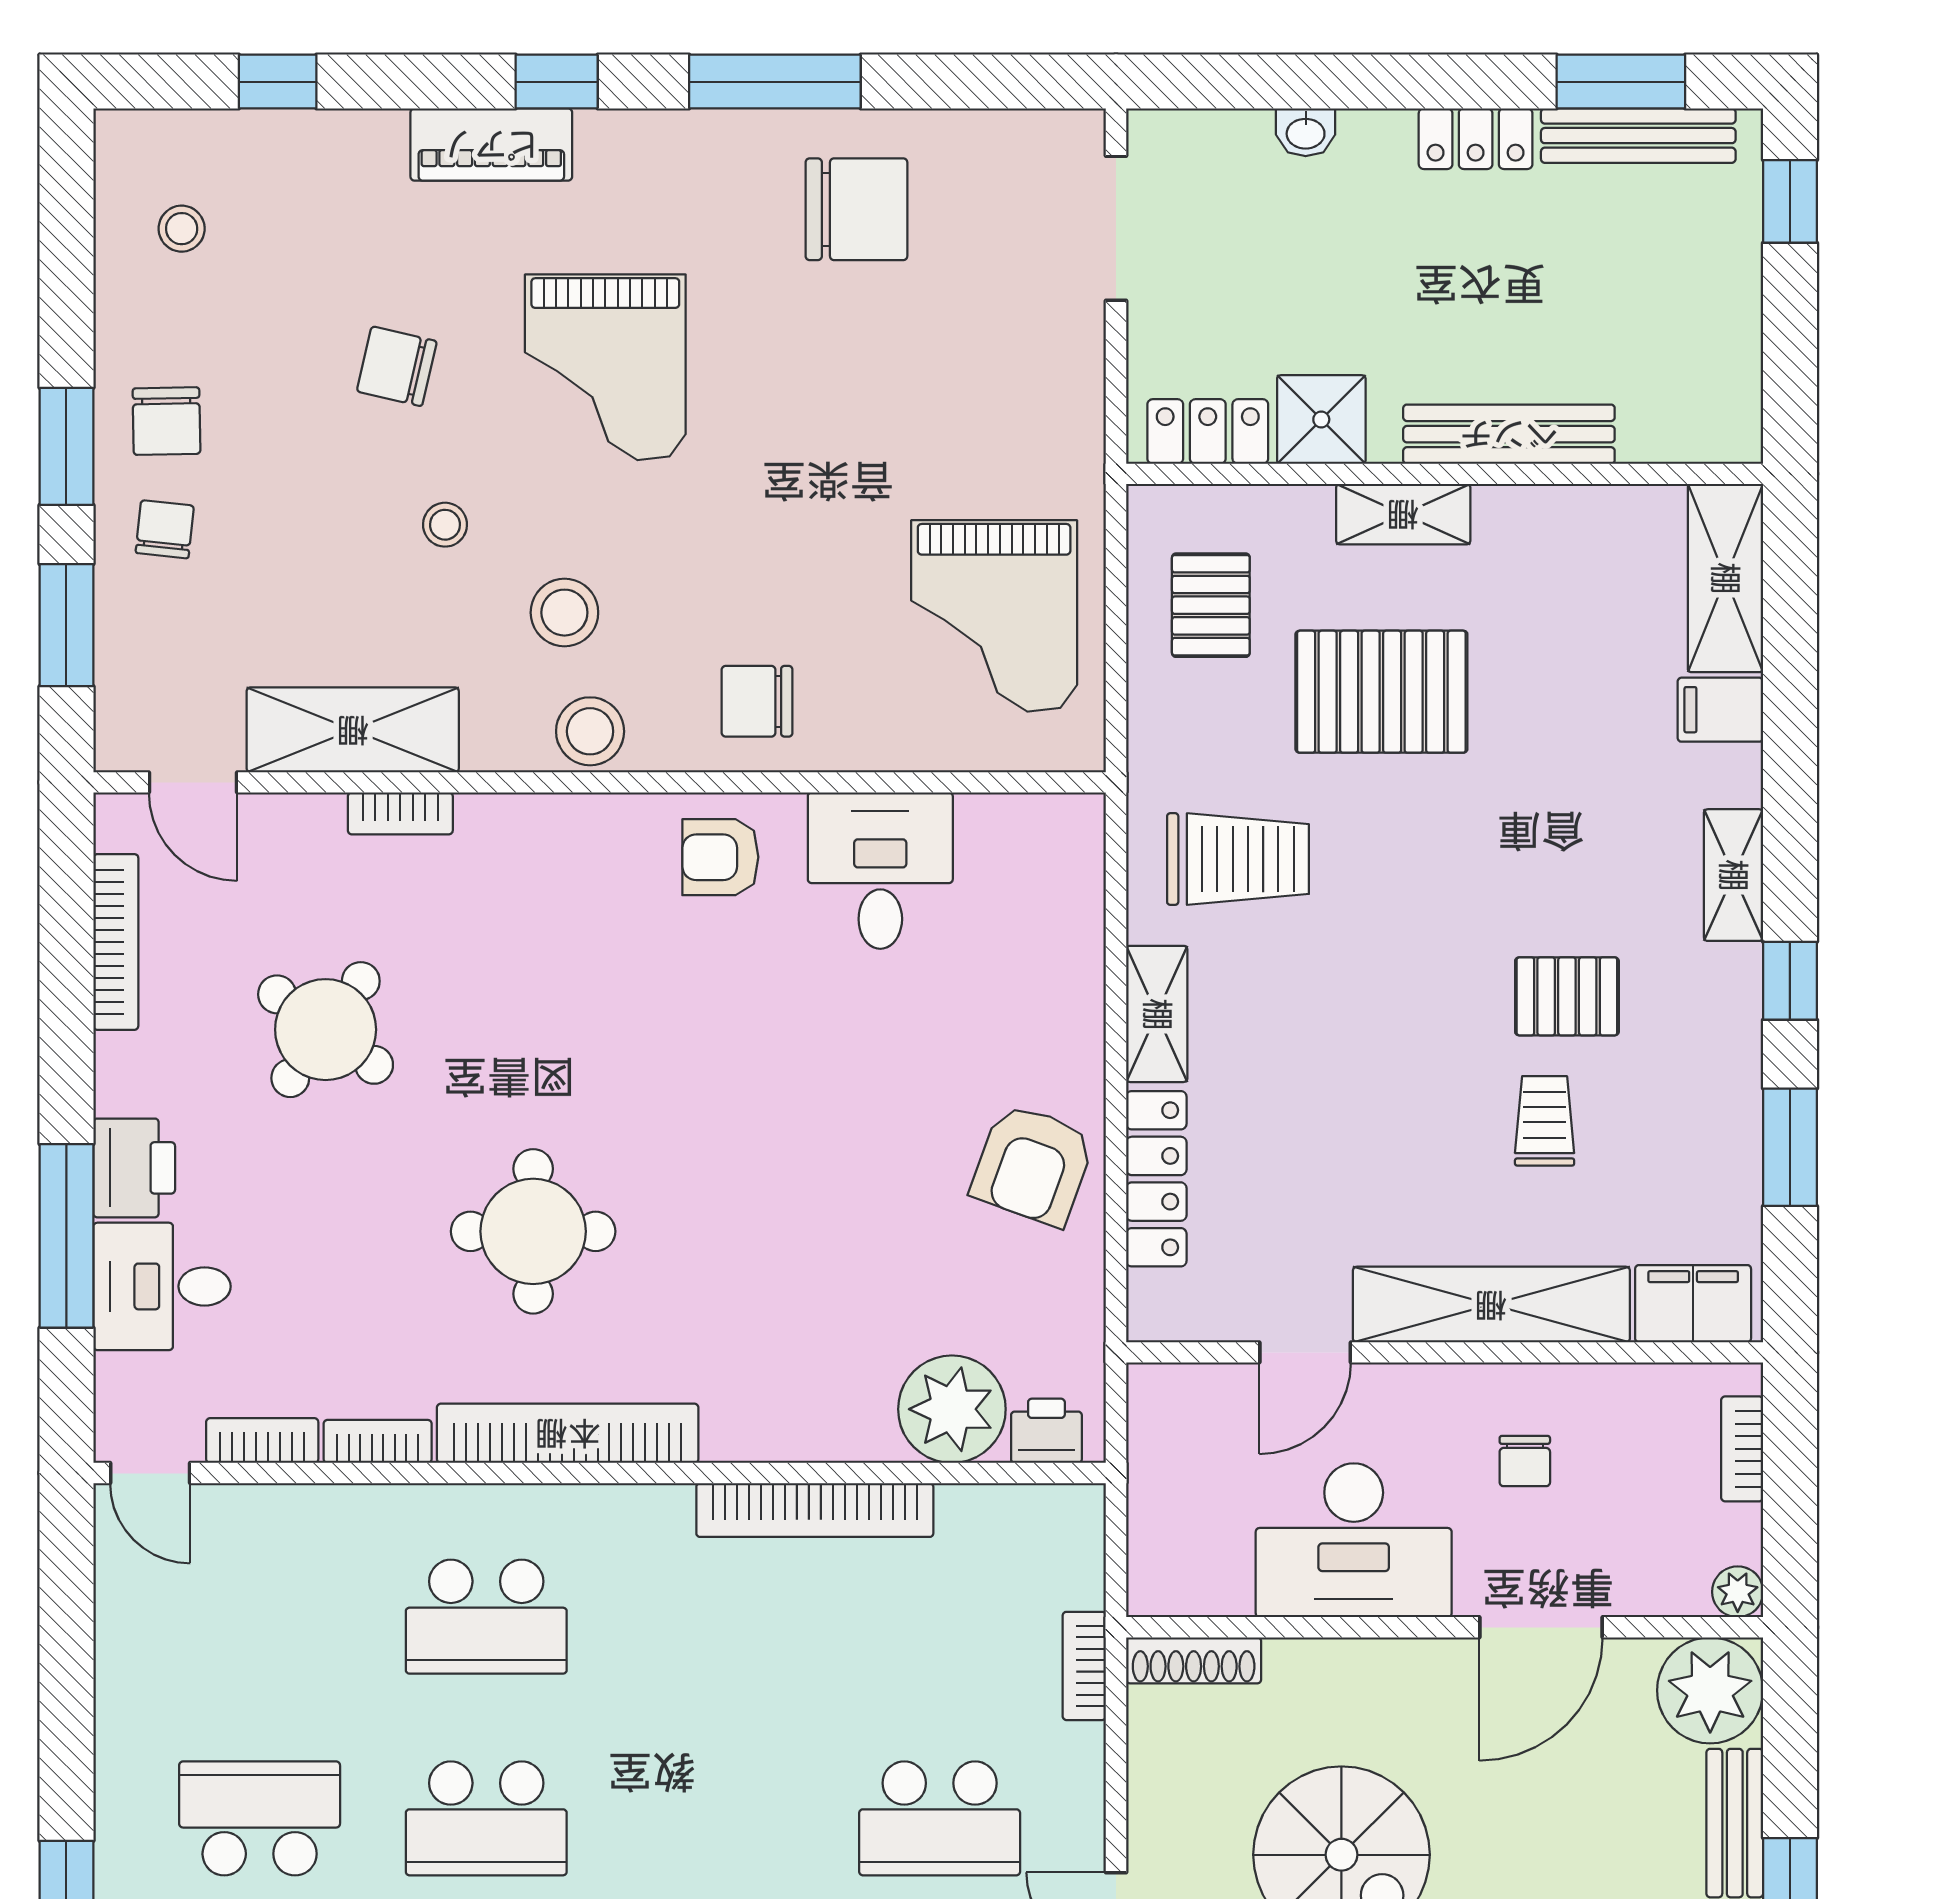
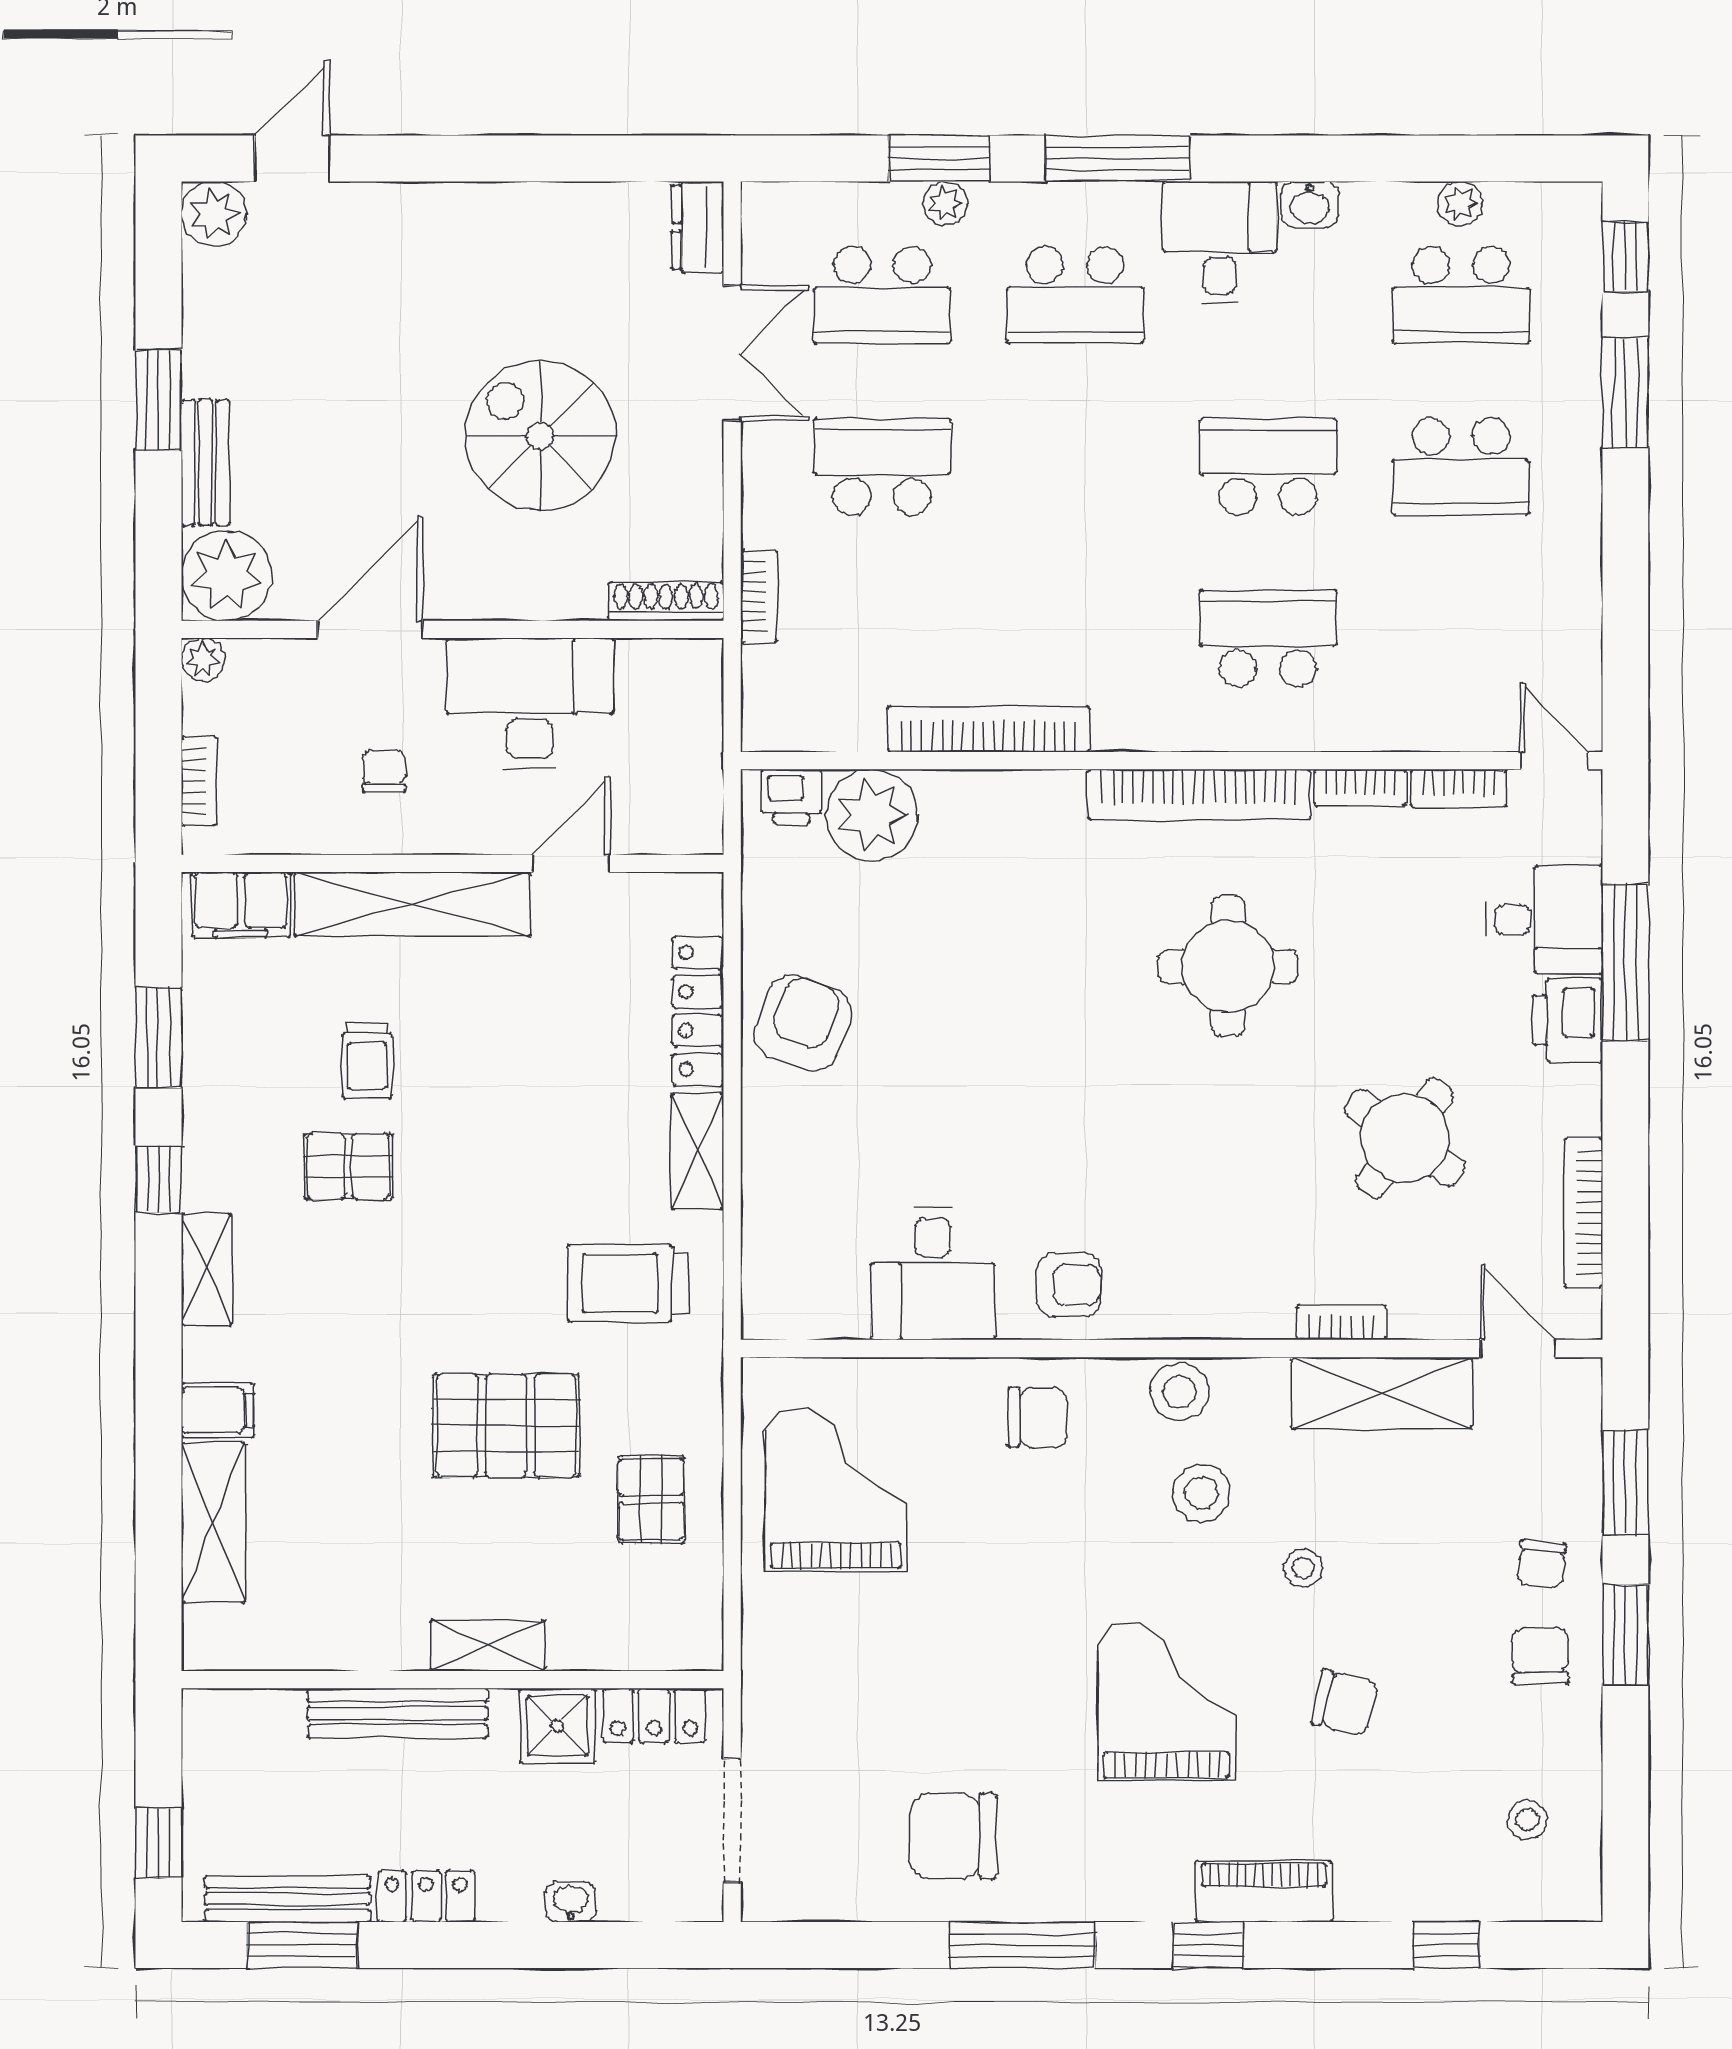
shower: (1321, 419) -> (557, 1726), moved
locker: (1208, 431) -> (654, 1716), moved
bench: (1509, 434) -> (398, 1713), moved
wall: (1445, 474) -> (452, 1680), moved
shelving: (1403, 514) -> (488, 1645), moved

